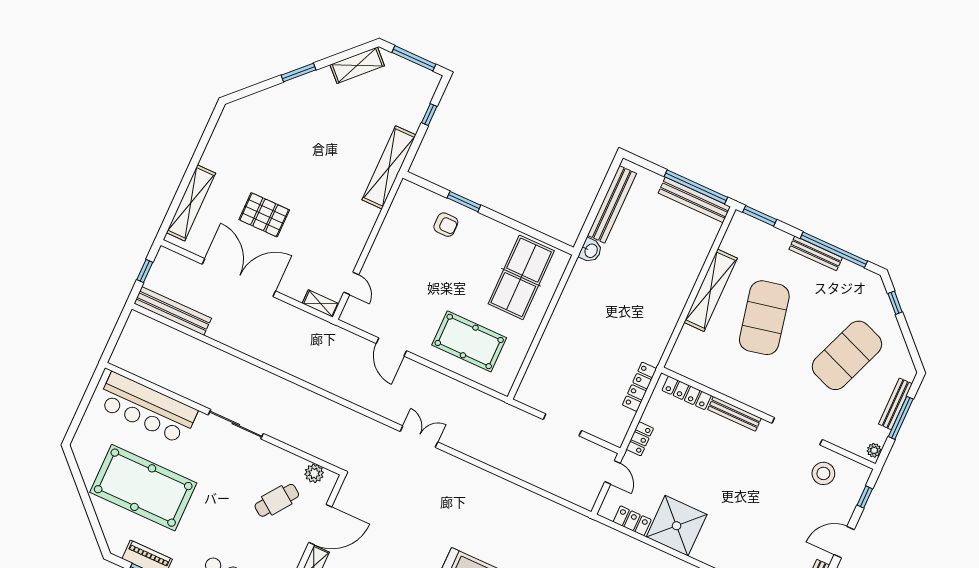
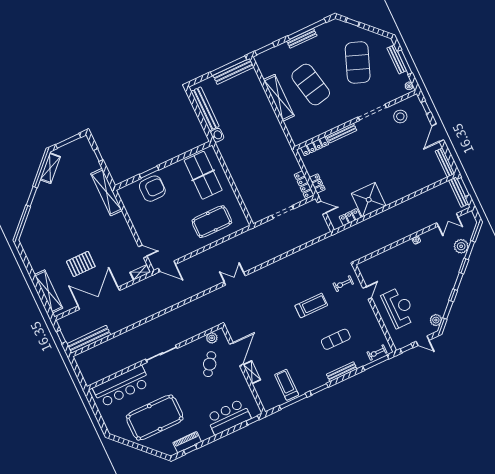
armchair: (446, 225) -> (152, 189), width x1.88, depth x1.88
door: (391, 347) -> (167, 266), moved
locker: (640, 387) -> (304, 185), moved

